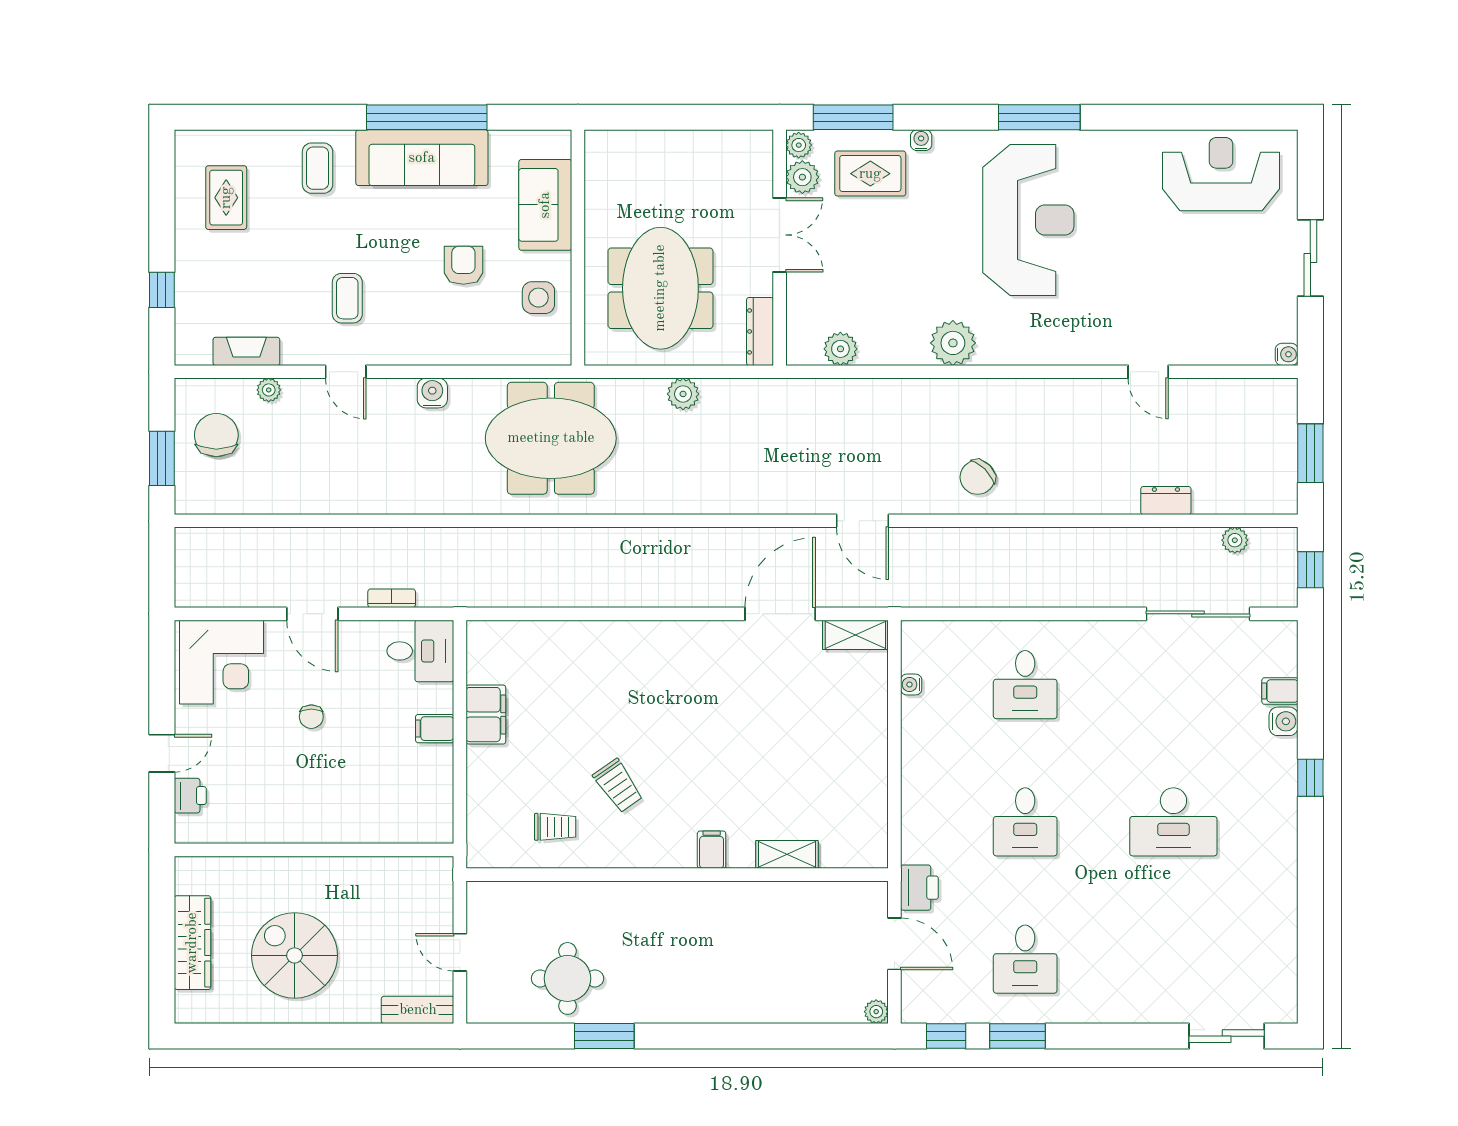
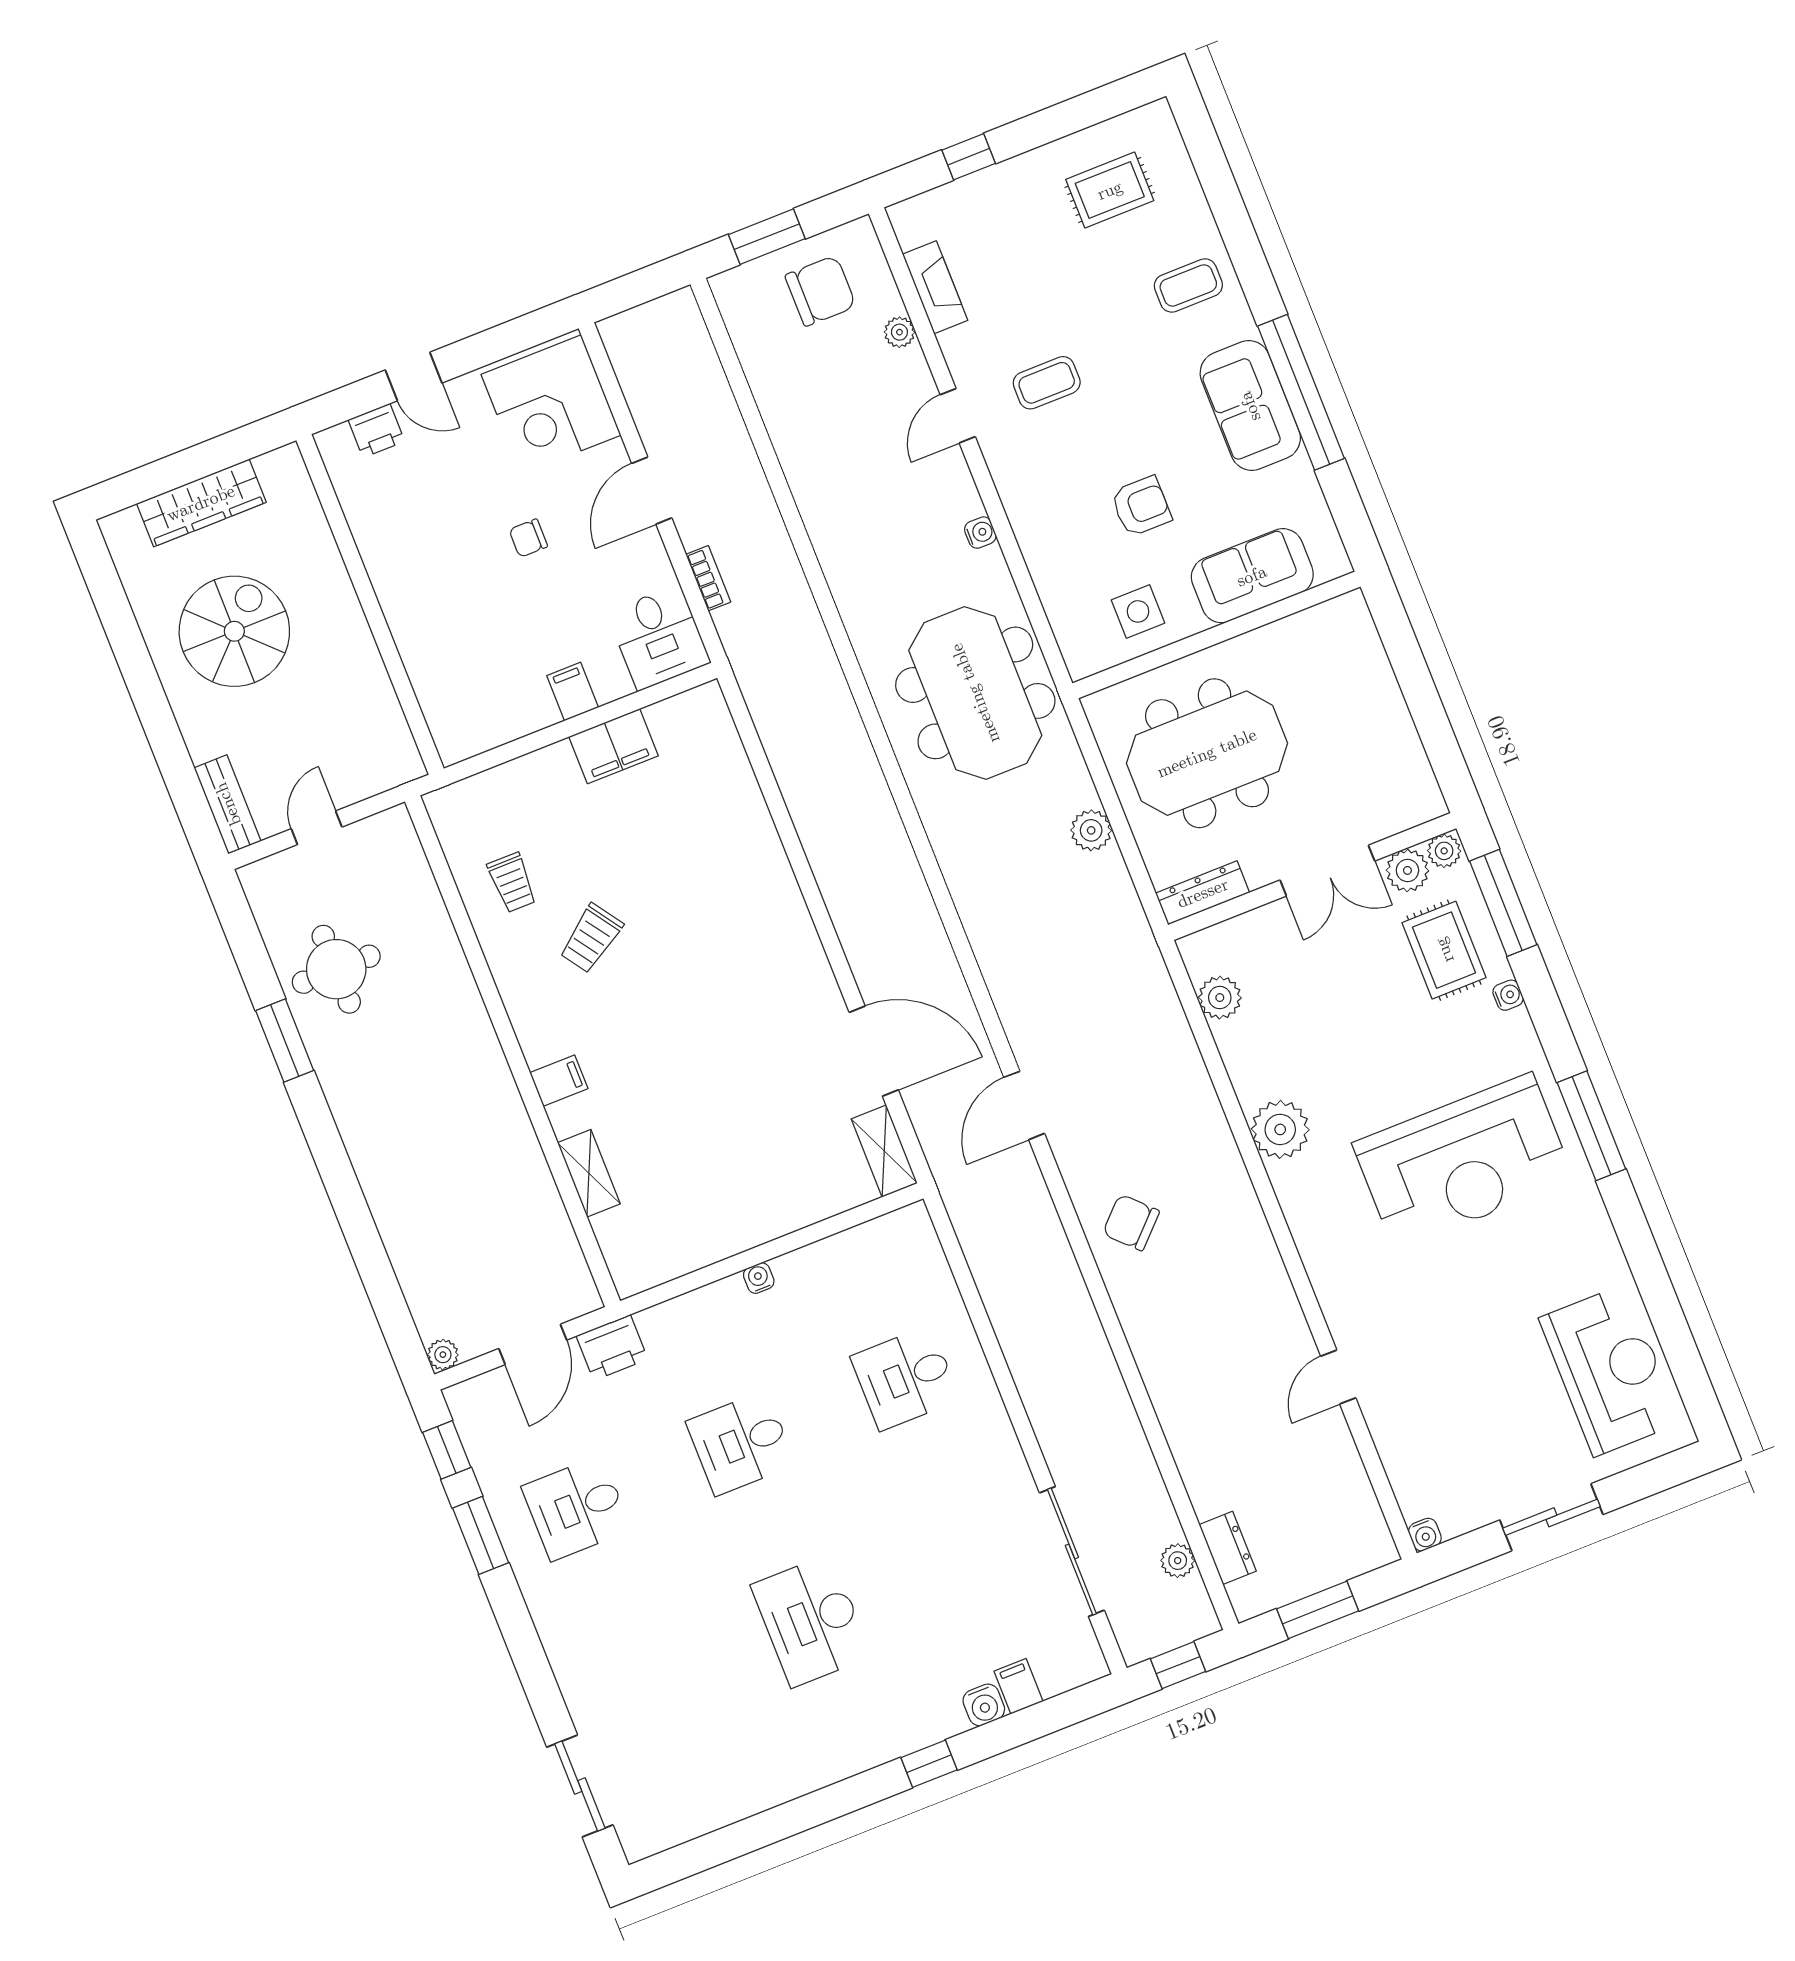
sofa: (422, 158) -> (1250, 406), width x0.73
water cooler: (432, 393) -> (980, 533), width x0.72, depth x0.72
dresser: (1166, 500) -> (1228, 1548), moved
water cooler: (911, 684) -> (759, 1278), moved

